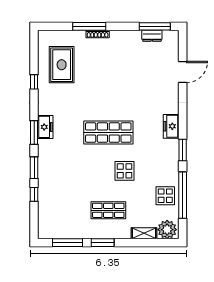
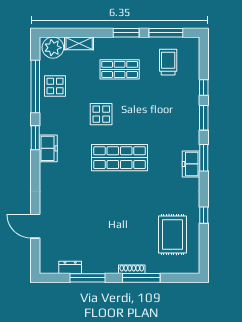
window: (155, 26) -> (87, 278), moved
door: (183, 72) -> (35, 226), hinge flipped
freezer: (171, 126) -> (48, 148), moved
trolley: (65, 217) -> (168, 62), added

